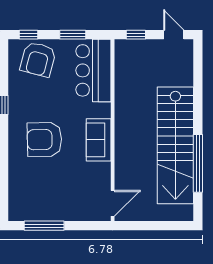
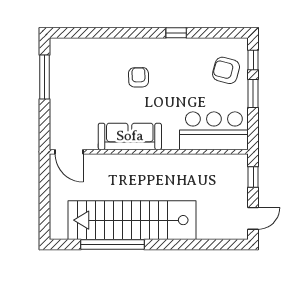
window: (73, 35) -> (253, 94), moved
armchair: (38, 59) -> (226, 70), width x0.73, depth x0.73
armchair: (44, 140) -> (139, 77), width x0.53, depth x0.53
sofa: (99, 140) -> (130, 136), width x1.36

